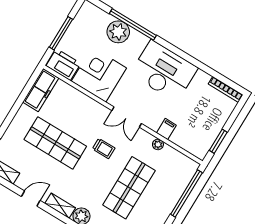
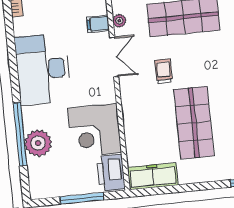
double door: (127, 117) -> (114, 57), moved

